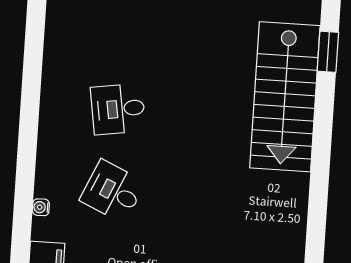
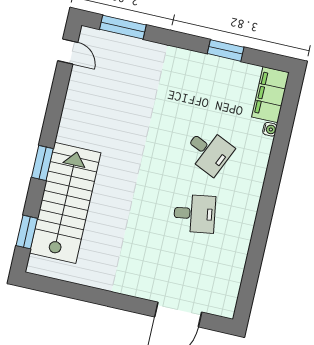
window: (322, 143) -> (42, 163), added
water cooler: (41, 207) -> (270, 129), moved

